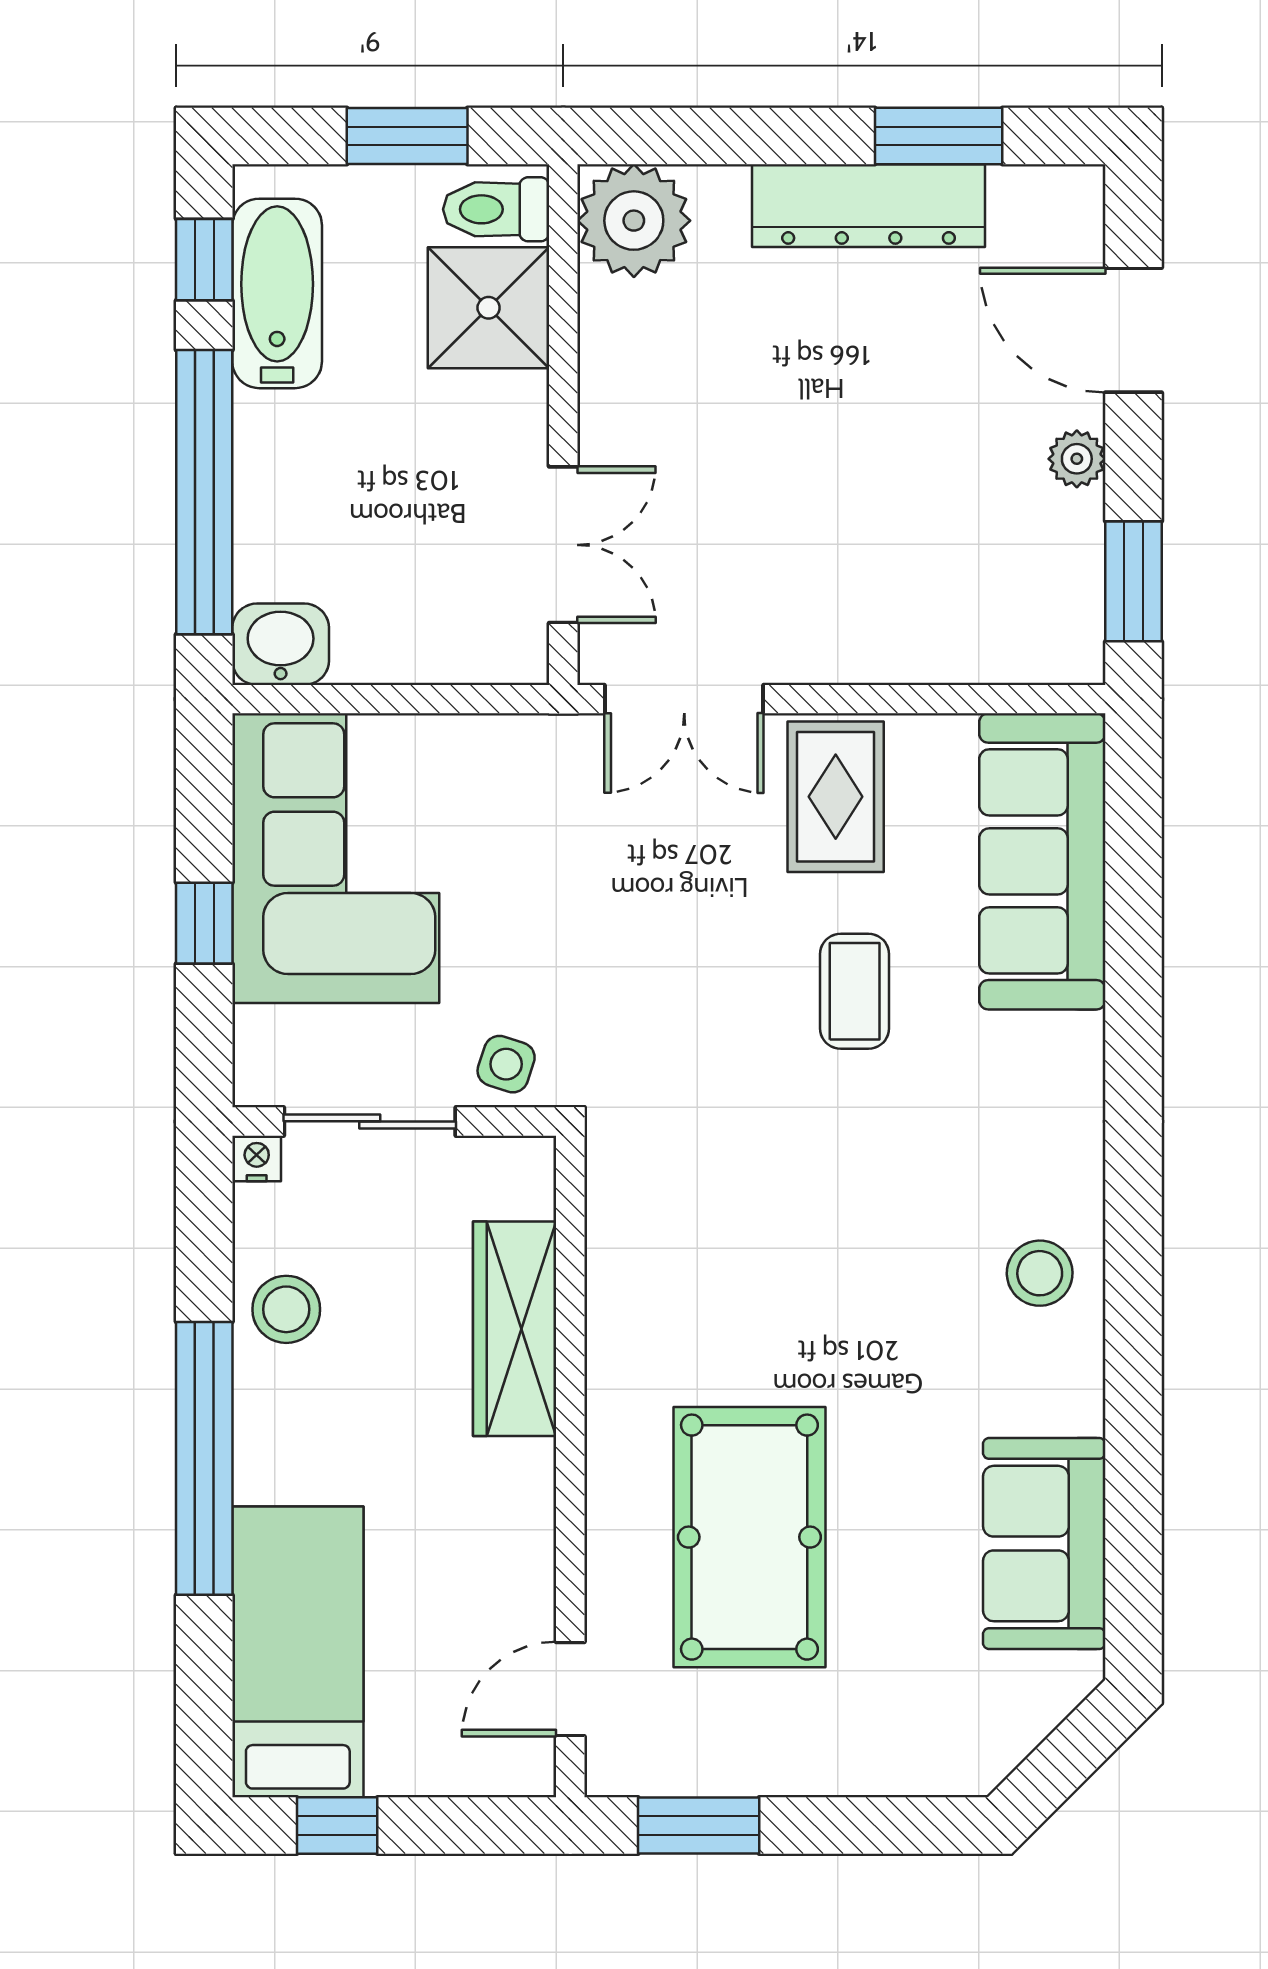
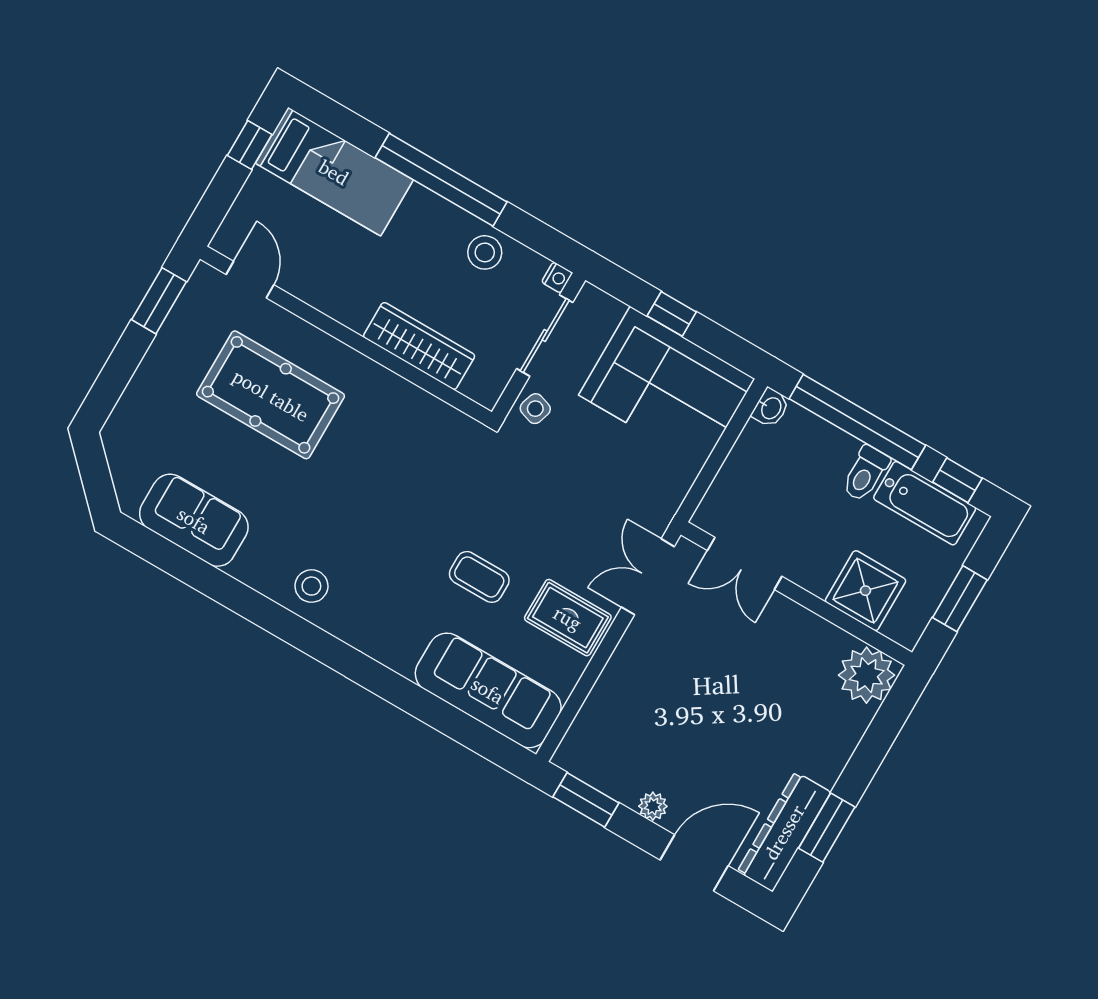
dresser: (869, 206) -> (784, 832), moved
toilet: (496, 209) -> (865, 473), moved, turned 180
washbasin: (281, 644) -> (771, 408), width x0.72, depth x0.69

